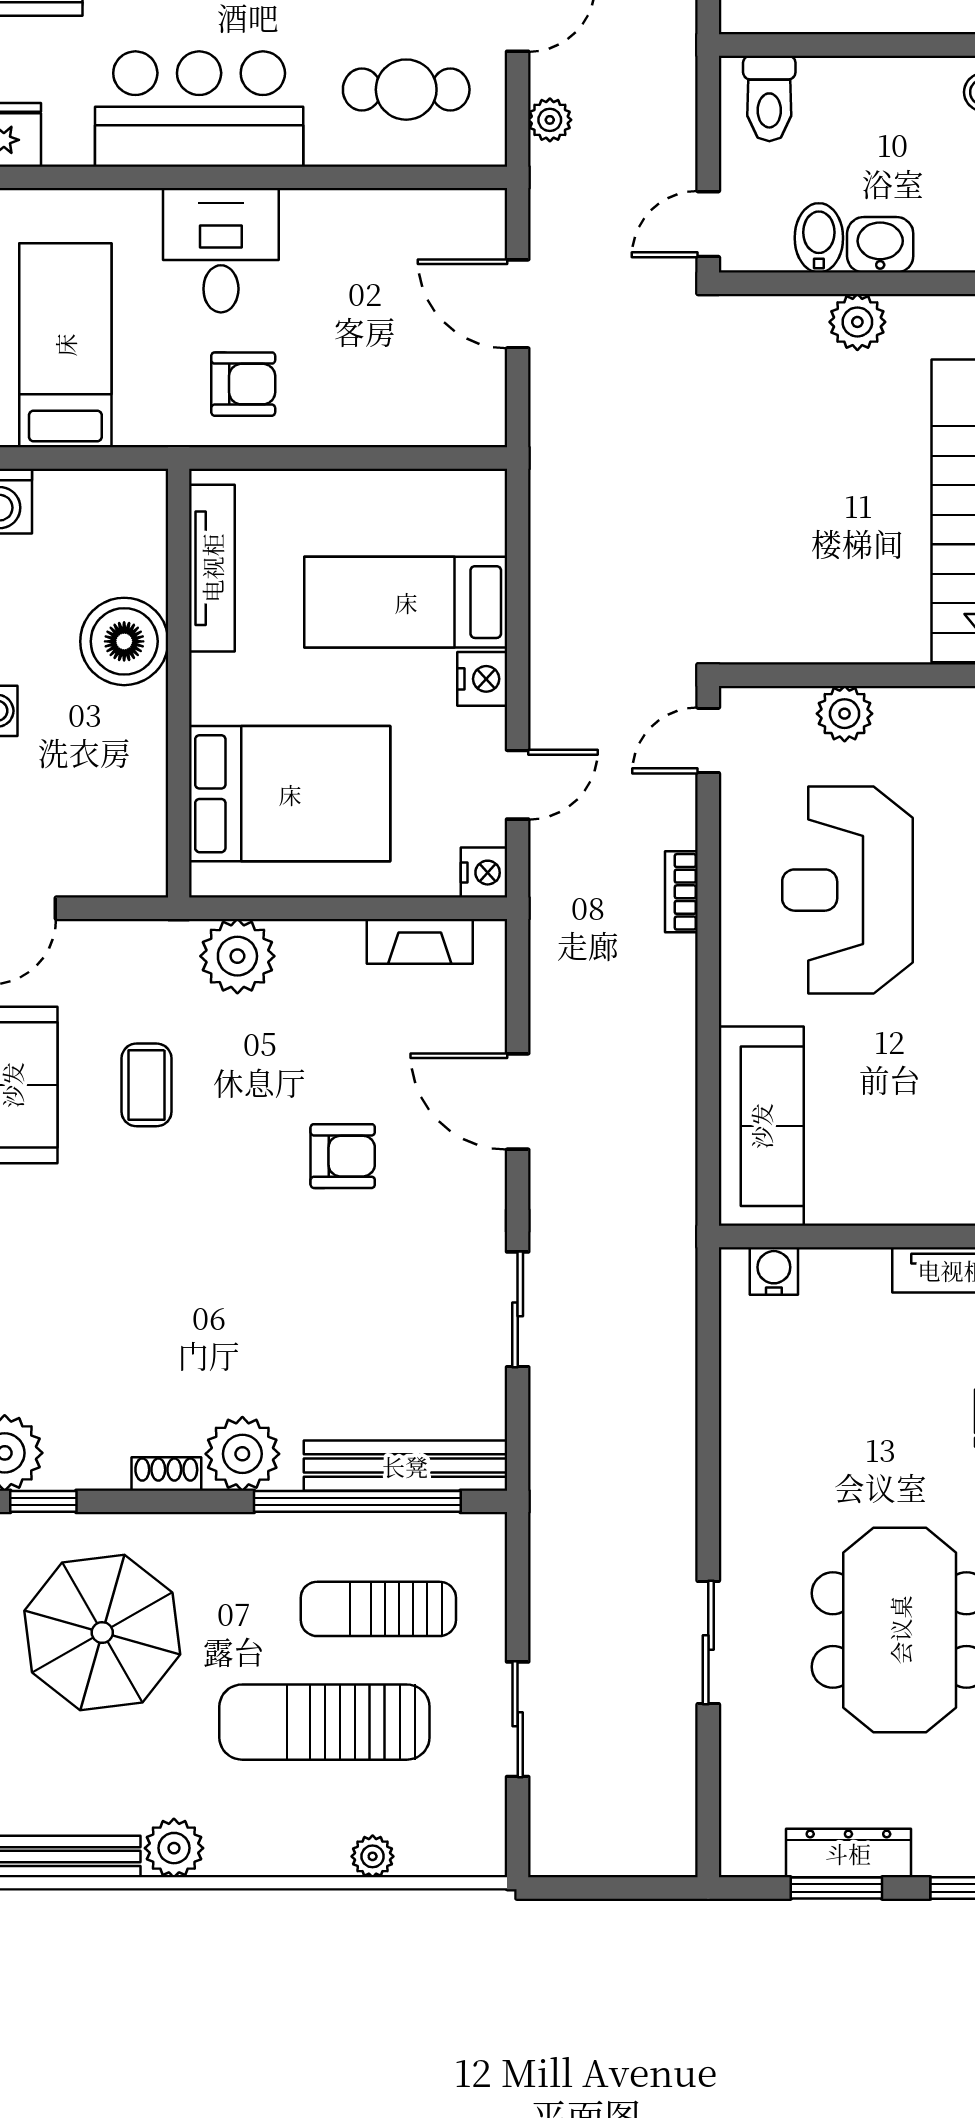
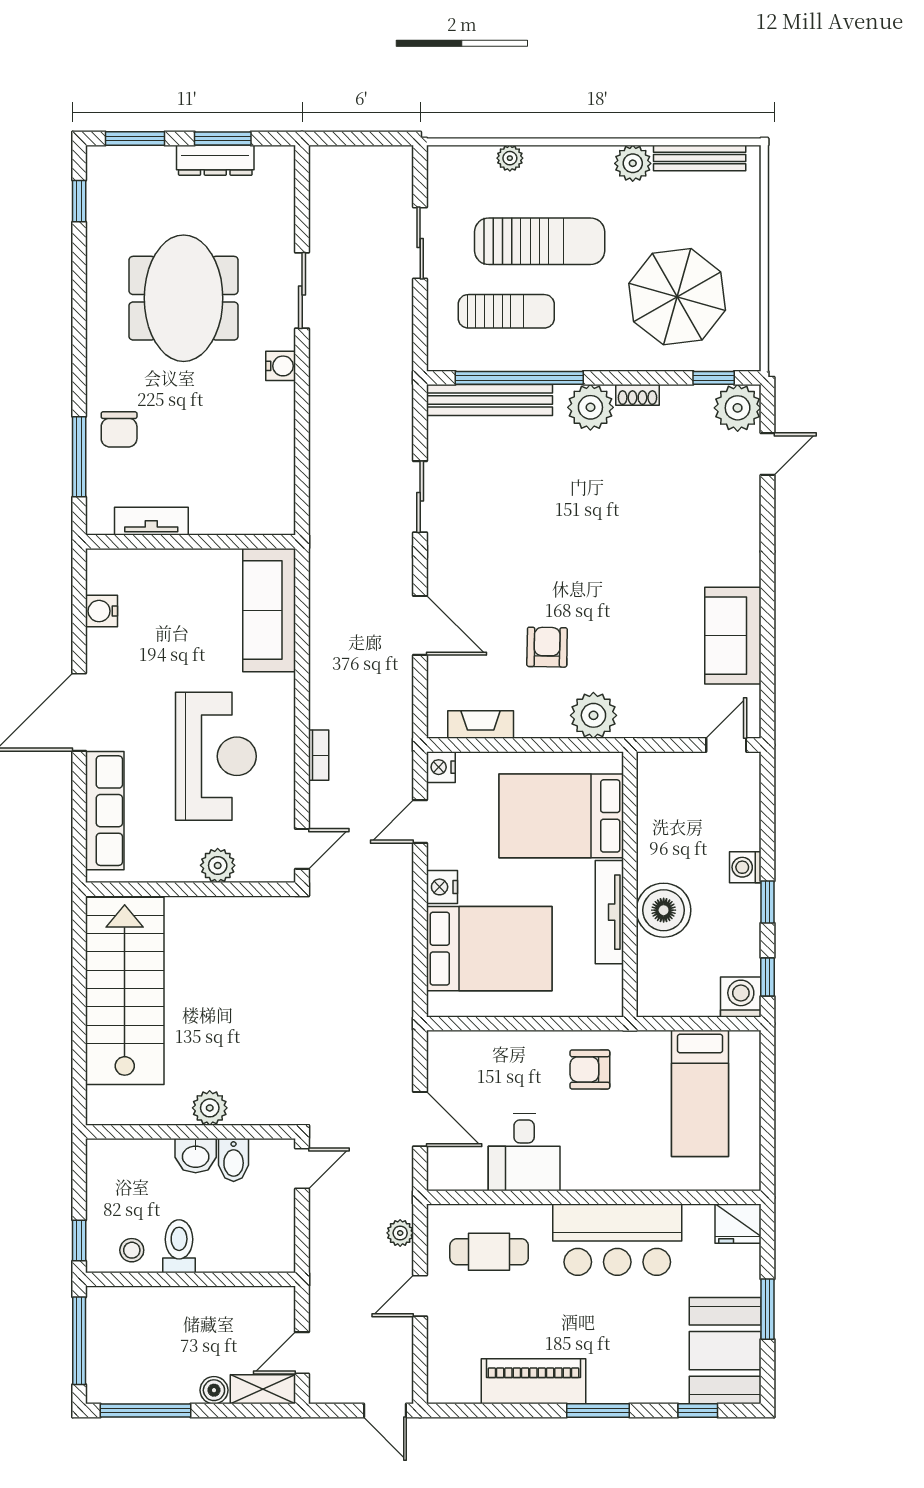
toilet: (769, 98) -> (179, 1246), moved
desk: (221, 250) -> (524, 1152), moved
tv unit: (212, 568) -> (609, 912), moved
bed: (406, 602) -> (489, 949), width x1.50
coffee table: (146, 1085) -> (650, 636), removed
armchair: (343, 1156) -> (547, 647), moved, turned 91
water cooler: (774, 1271) -> (281, 366), moved, turned -90

